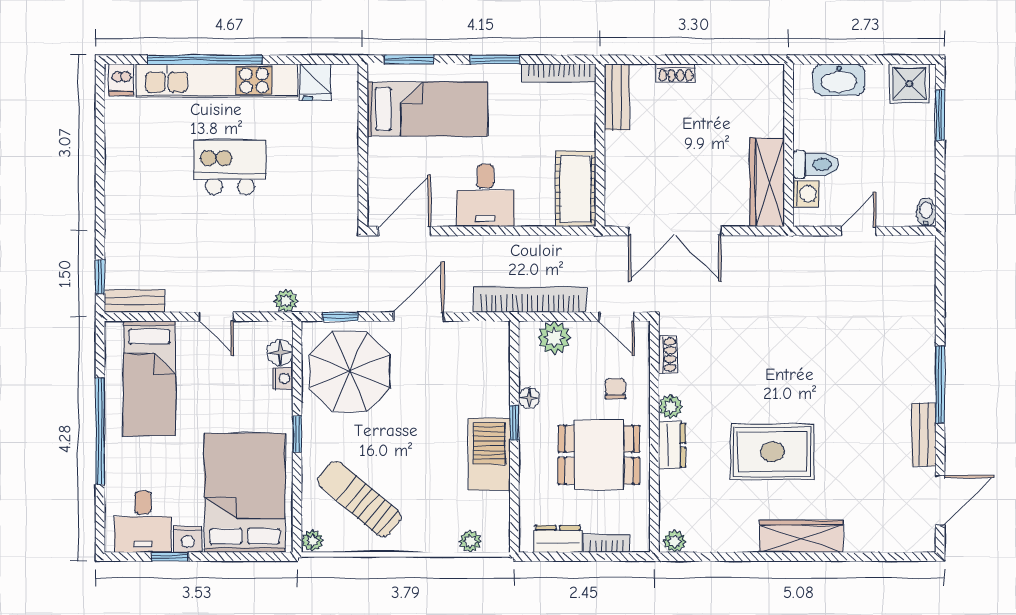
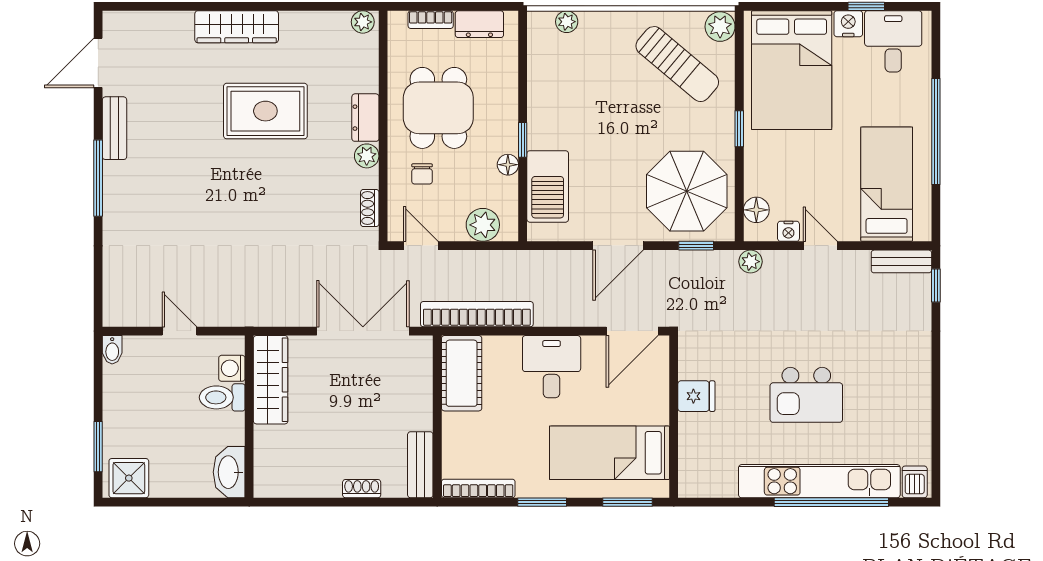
washbasin: (839, 80) -> (229, 472), moved, turned -90
fridge: (316, 82) -> (696, 396), moved, turned 90
door: (859, 231) -> (179, 331), swing flipped
bookcase: (530, 300) -> (477, 314), moved, turned 180
nightstand: (283, 379) -> (788, 231), moved, turned -90
barbecue: (489, 454) -> (548, 186), moved
dining table: (599, 455) -> (438, 108), turned 90
plant: (312, 541) -> (720, 27), width x1.38, depth x1.38

